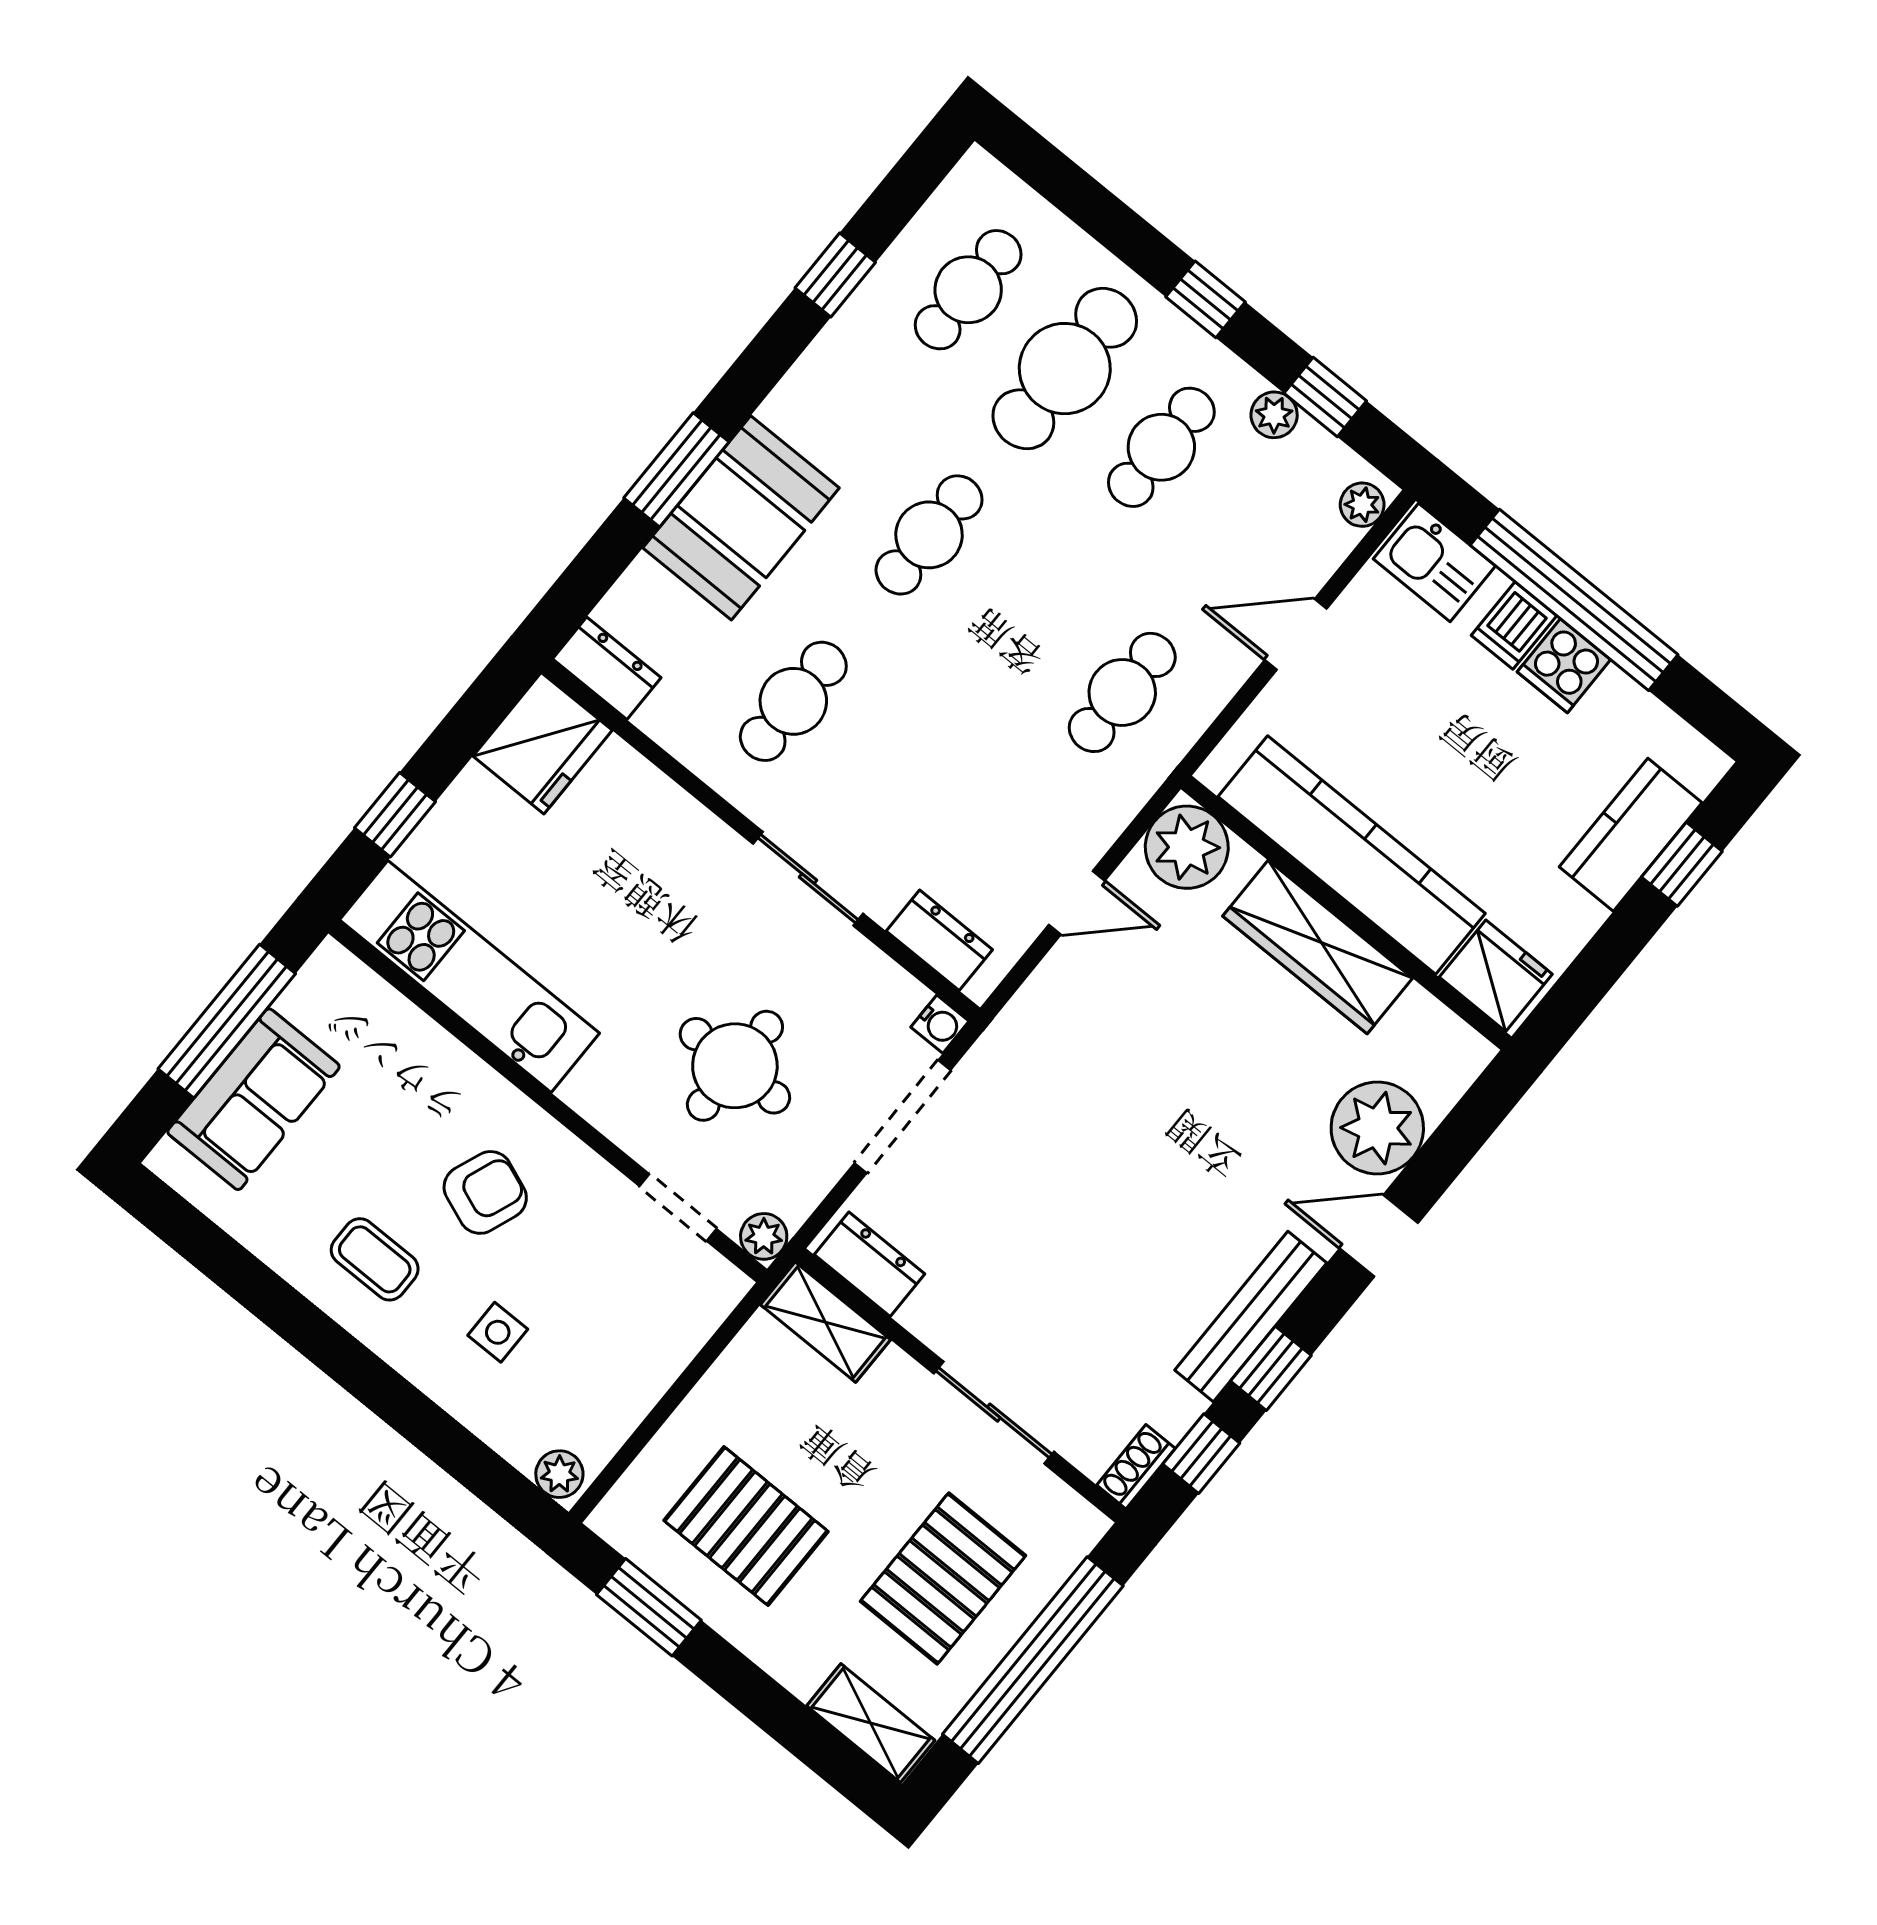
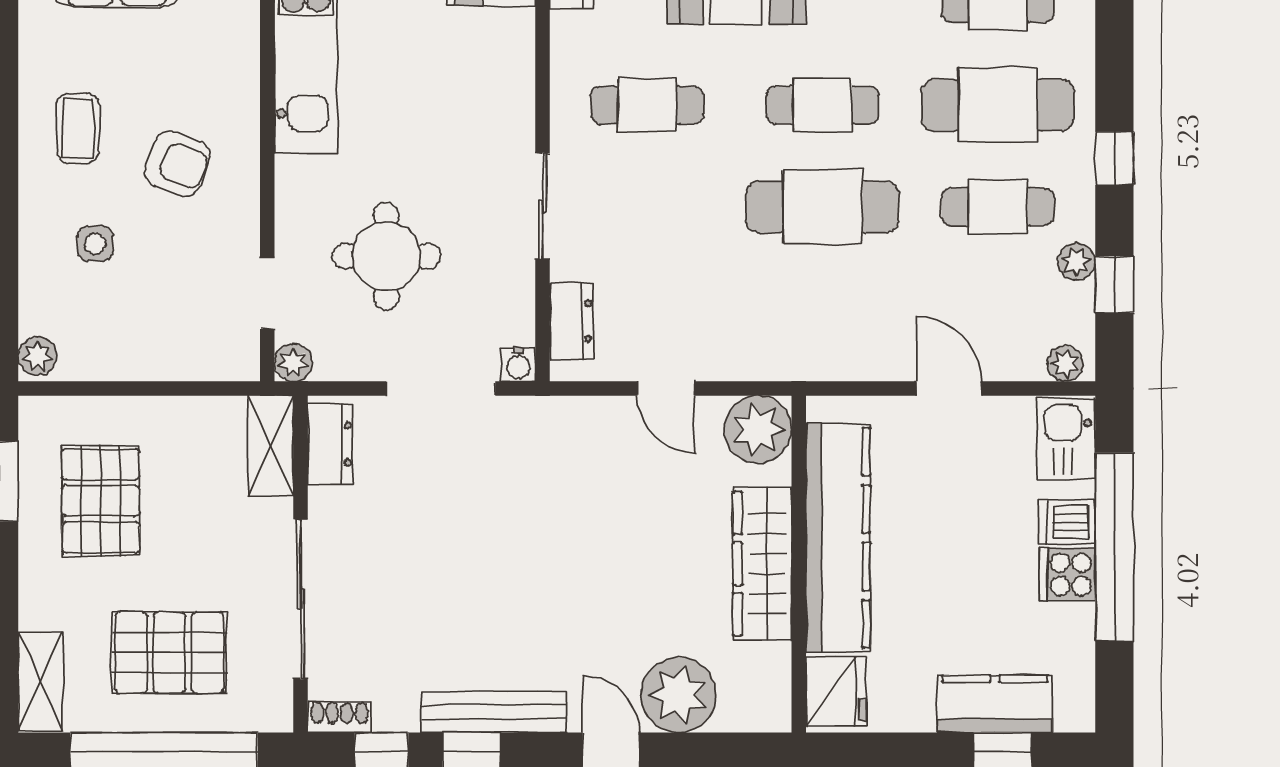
cafe table: (1122, 692) -> (823, 207), moved, width x1.37, depth x1.35
sliding door: (994, 1413) -> (301, 599), width x1.37

